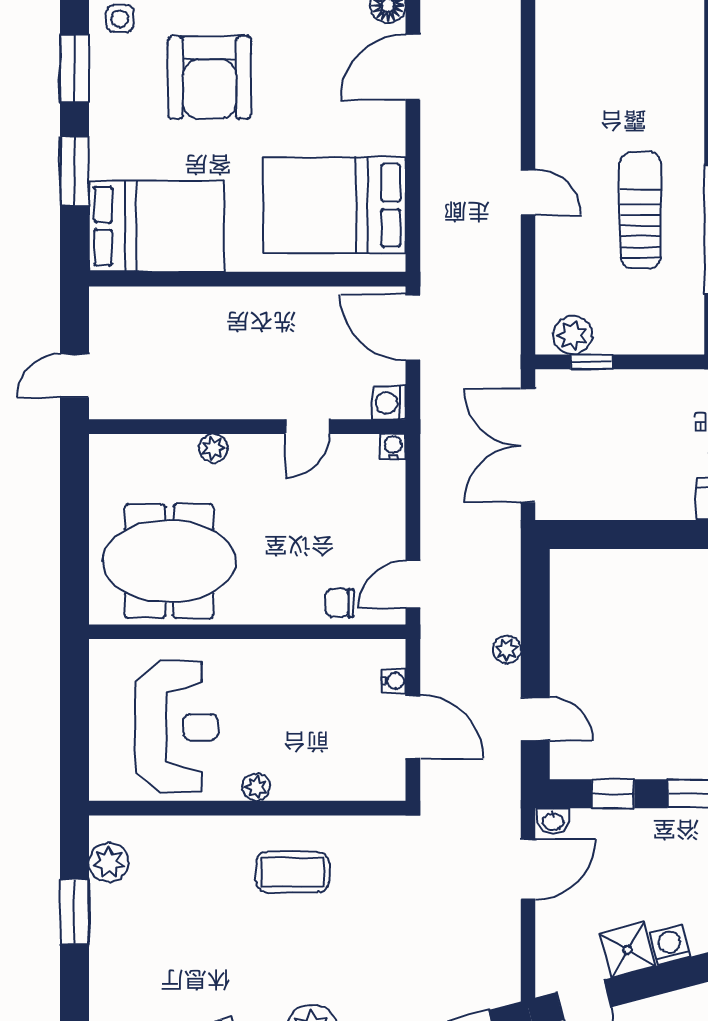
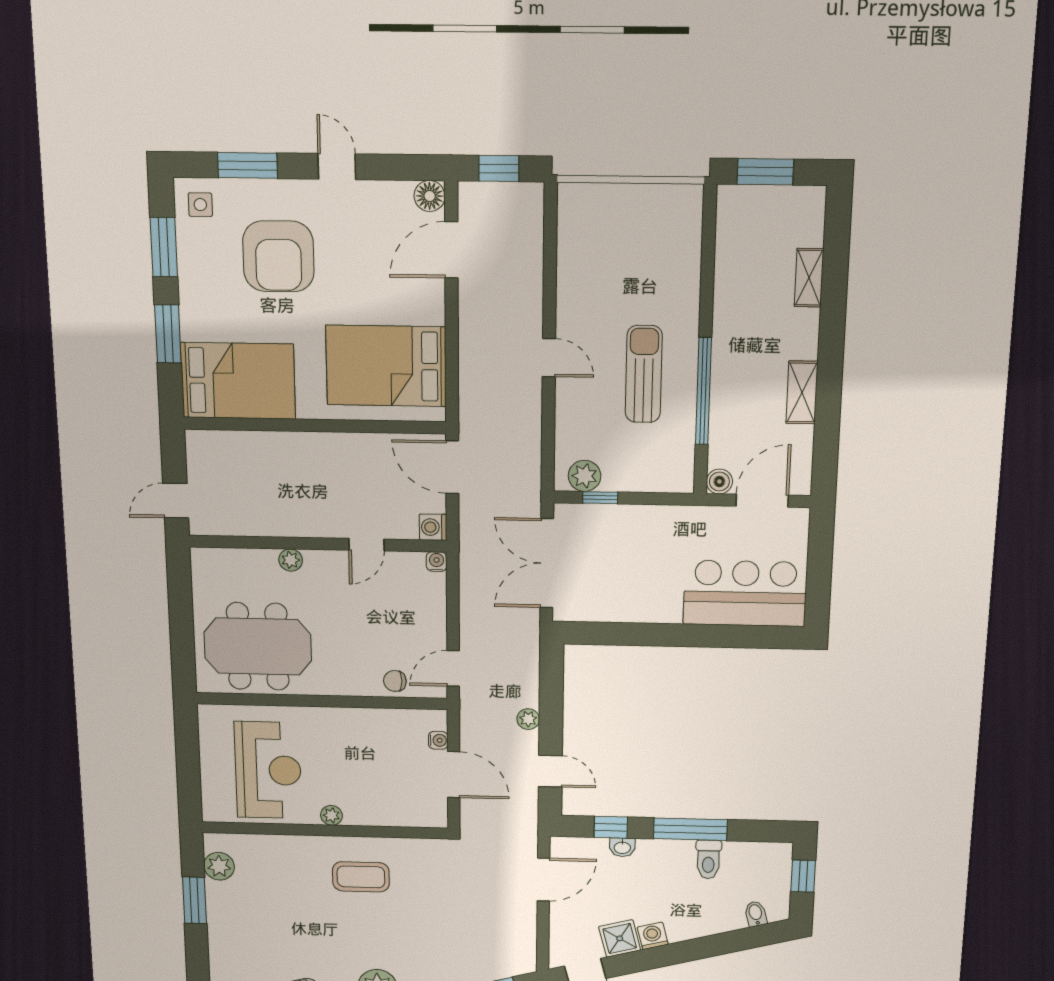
washbasin: (553, 821) -> (622, 847), moved

